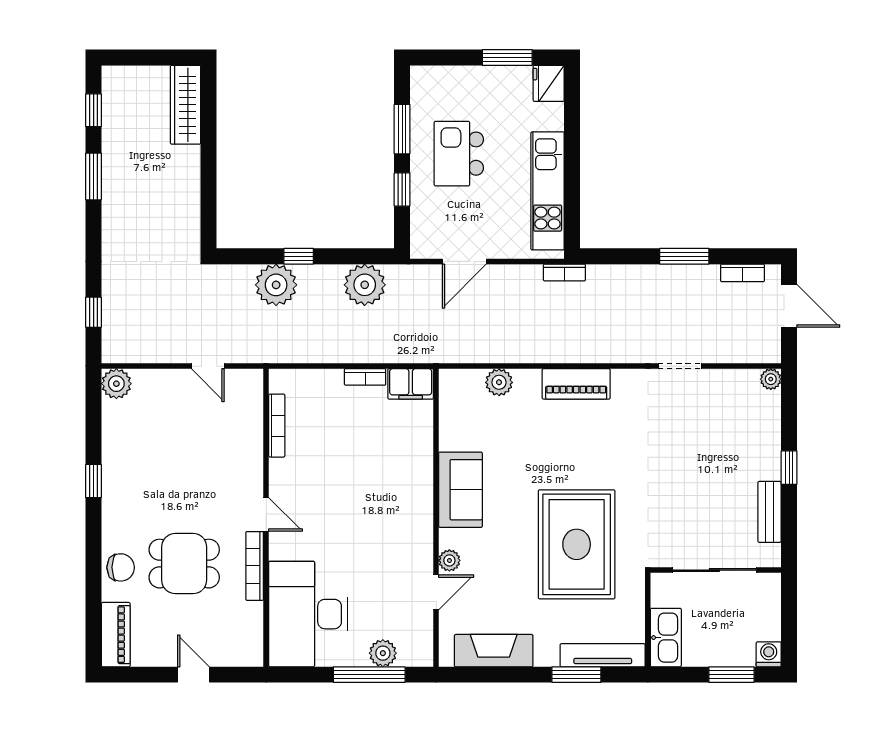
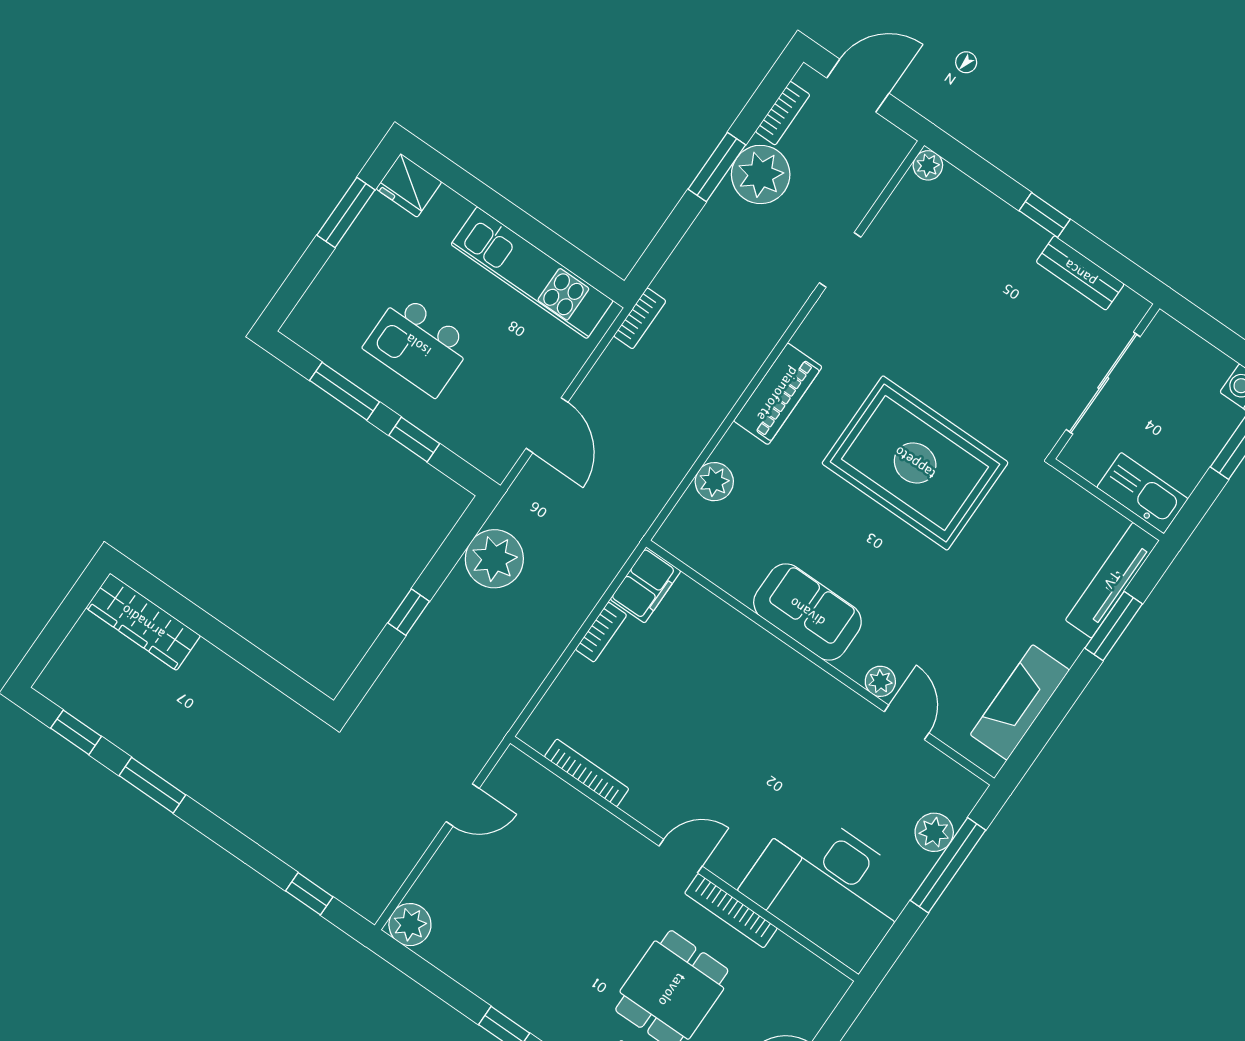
plant: (276, 285) -> (761, 174), moved
rug: (577, 544) -> (915, 463), moved

